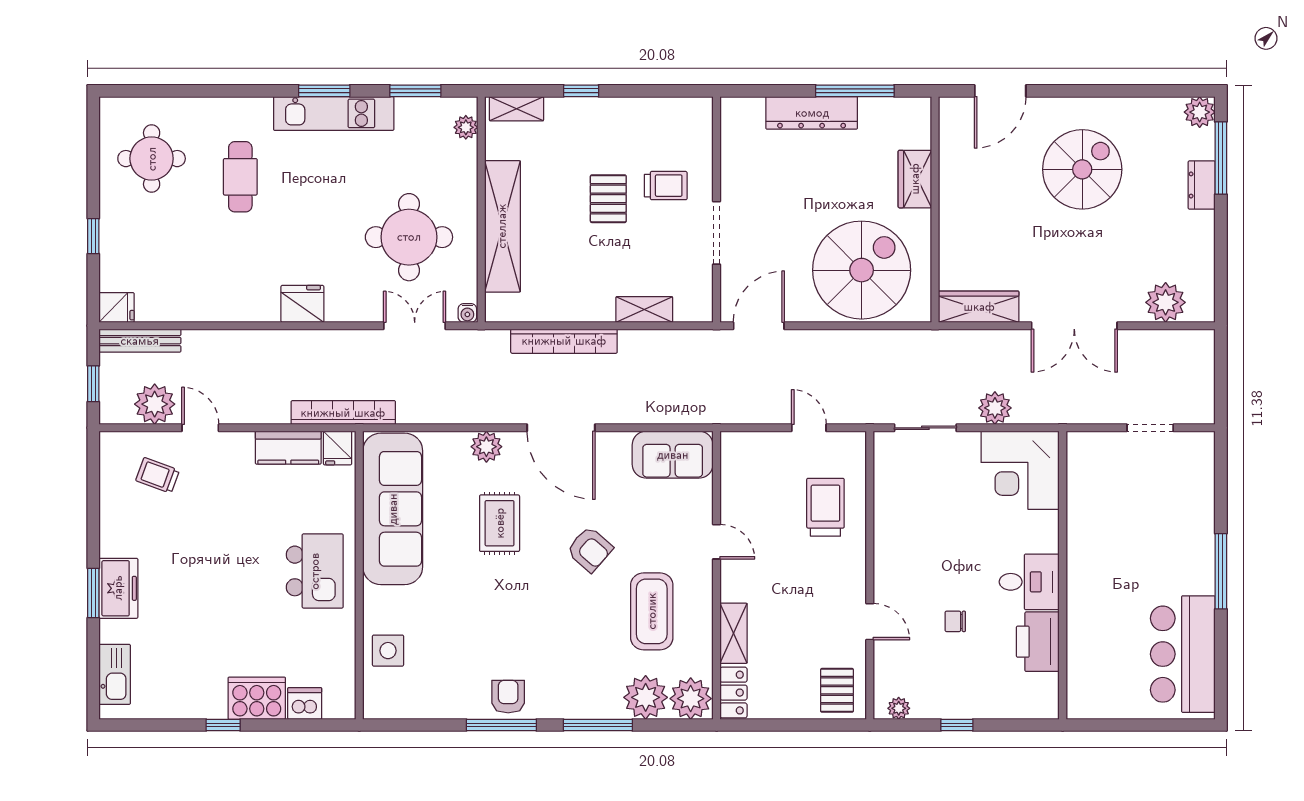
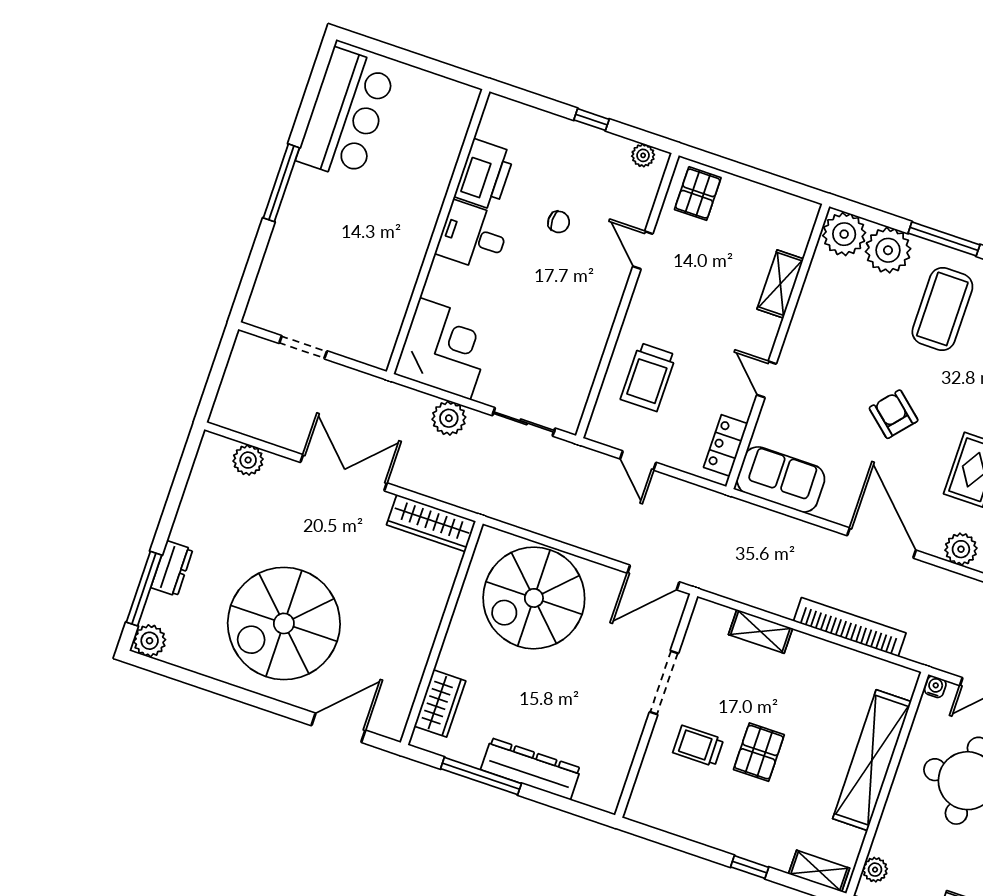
spiral stairs: (1082, 169) -> (284, 623), width x1.37, depth x1.37
wardrobe: (915, 179) -> (440, 703), moved
plant: (1166, 302) -> (248, 460), width x0.73, depth x0.73
coffee table: (652, 611) -> (942, 309), moved
locker: (734, 693) -> (726, 445), moved

